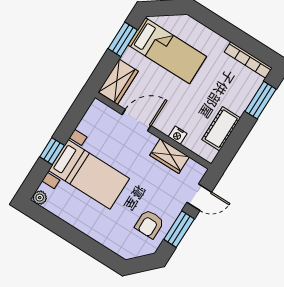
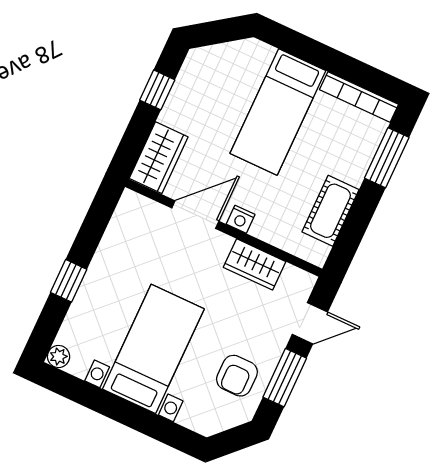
window: (123, 39) -> (157, 90), width x0.67
bed: (167, 51) -> (278, 112), moved, turned 90
nightstand: (178, 135) -> (241, 219), moved
bed with nightstands: (89, 174) -> (153, 349), moved, turned -90

